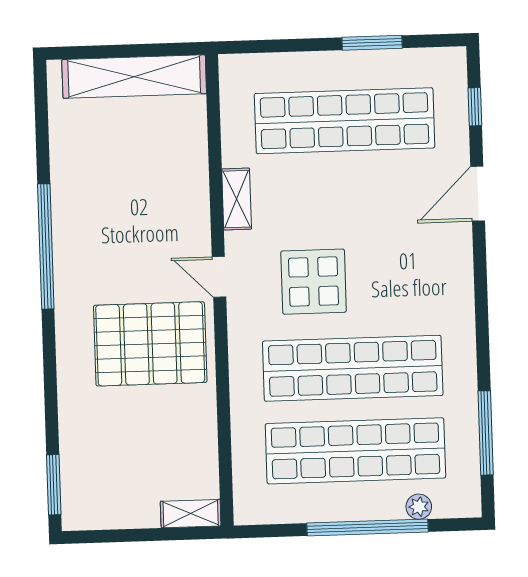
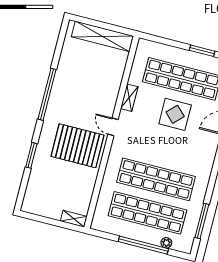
display table: (314, 282) -> (175, 114), moved
window: (54, 485) -> (31, 155), moved

